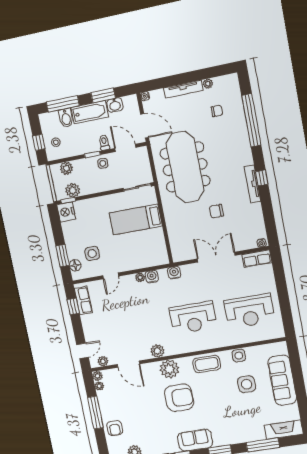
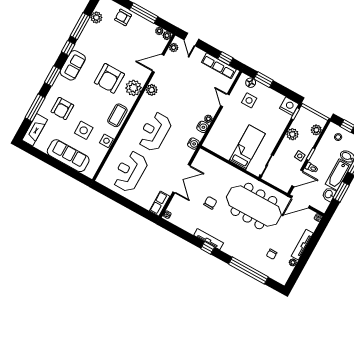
plant: (73, 190) -> (292, 134), moved
row of seats: (83, 301) -> (219, 66), width x1.48
armchair: (242, 419) -> (62, 108), added

